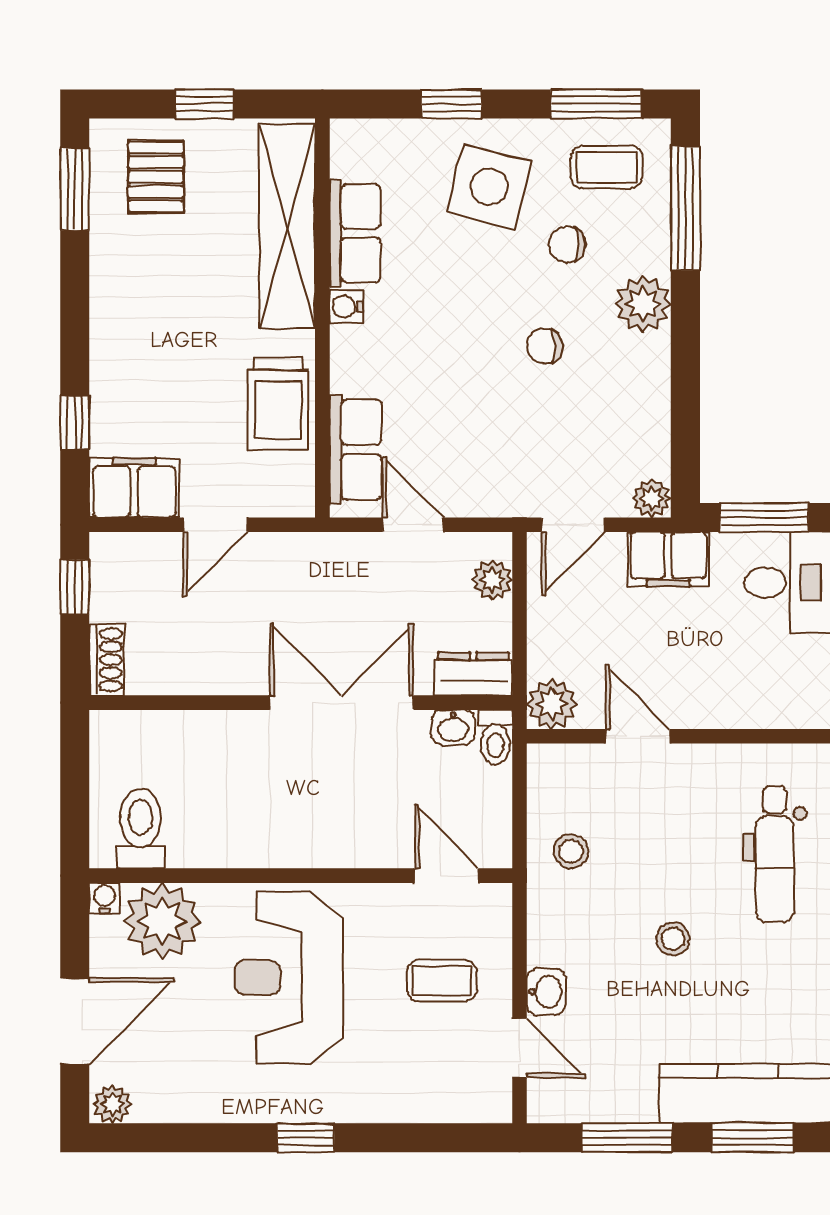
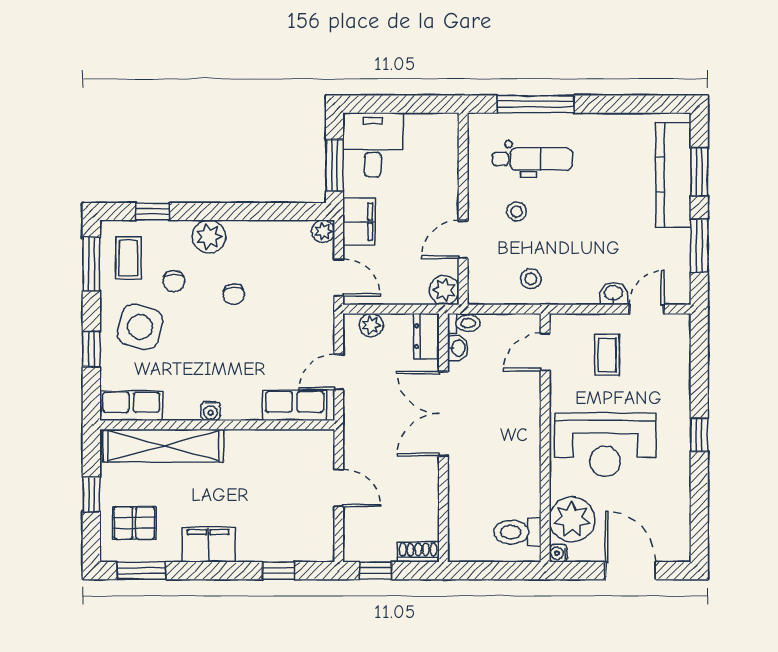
window: (685, 208) -> (153, 212), width x0.46
row of seats: (355, 233) -> (131, 406), moved
trolley: (278, 404) -> (268, 451), removed
filing cabinet: (134, 488) -> (208, 545), moved, turned 90
stool: (673, 939) -> (517, 212), moved
plant: (112, 1104) -> (680, 549), removed

